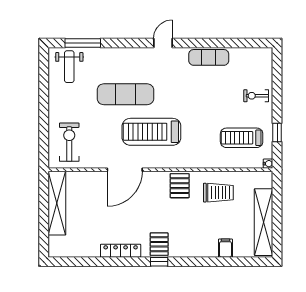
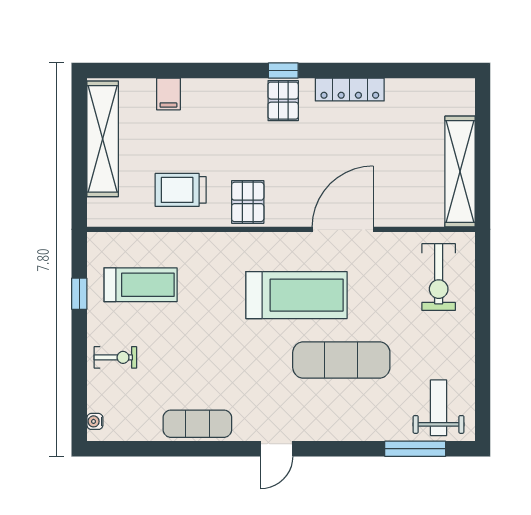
water cooler: (268, 164) -> (95, 421), moved

